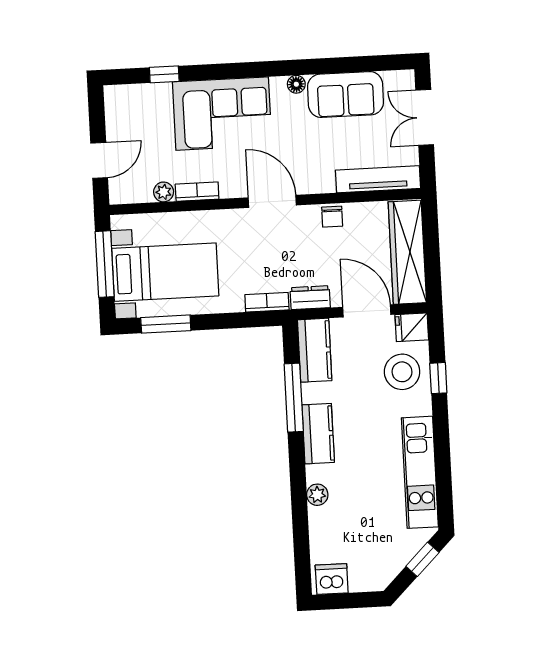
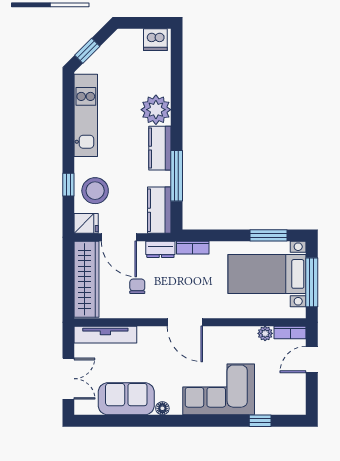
bookcase: (197, 192) -> (290, 332), moved
chair: (332, 217) -> (137, 286), moved
plant: (317, 495) -> (156, 110), width x1.88, depth x1.88

